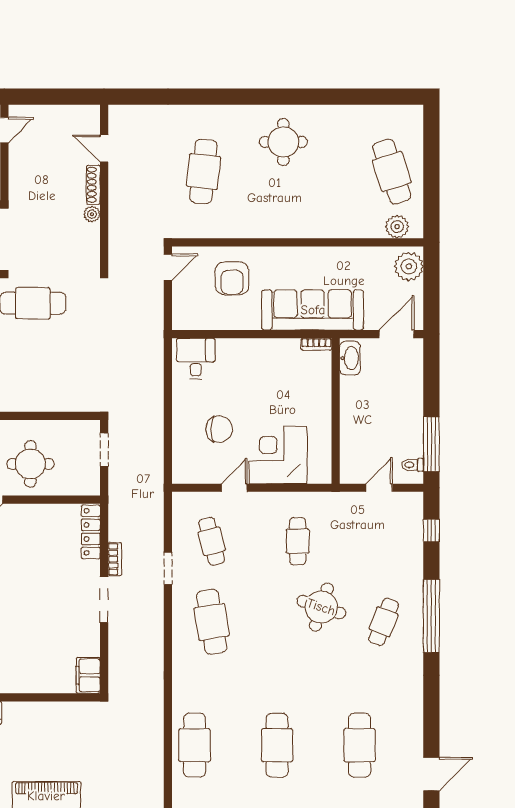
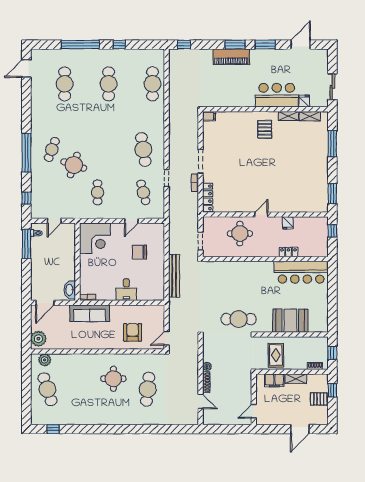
window: (381, 97) -> (53, 429), added
round table: (283, 142) -> (113, 379), moved
sofa: (313, 310) -> (90, 313), width x0.74, depth x0.79
desk: (196, 359) -> (126, 290), moved
bench: (154, 384) -> (174, 276), added
corner desk: (278, 455) -> (95, 238), moved
round table: (321, 607) -> (74, 165), moved
filing cabinet: (88, 675) -> (209, 116), width x0.50

